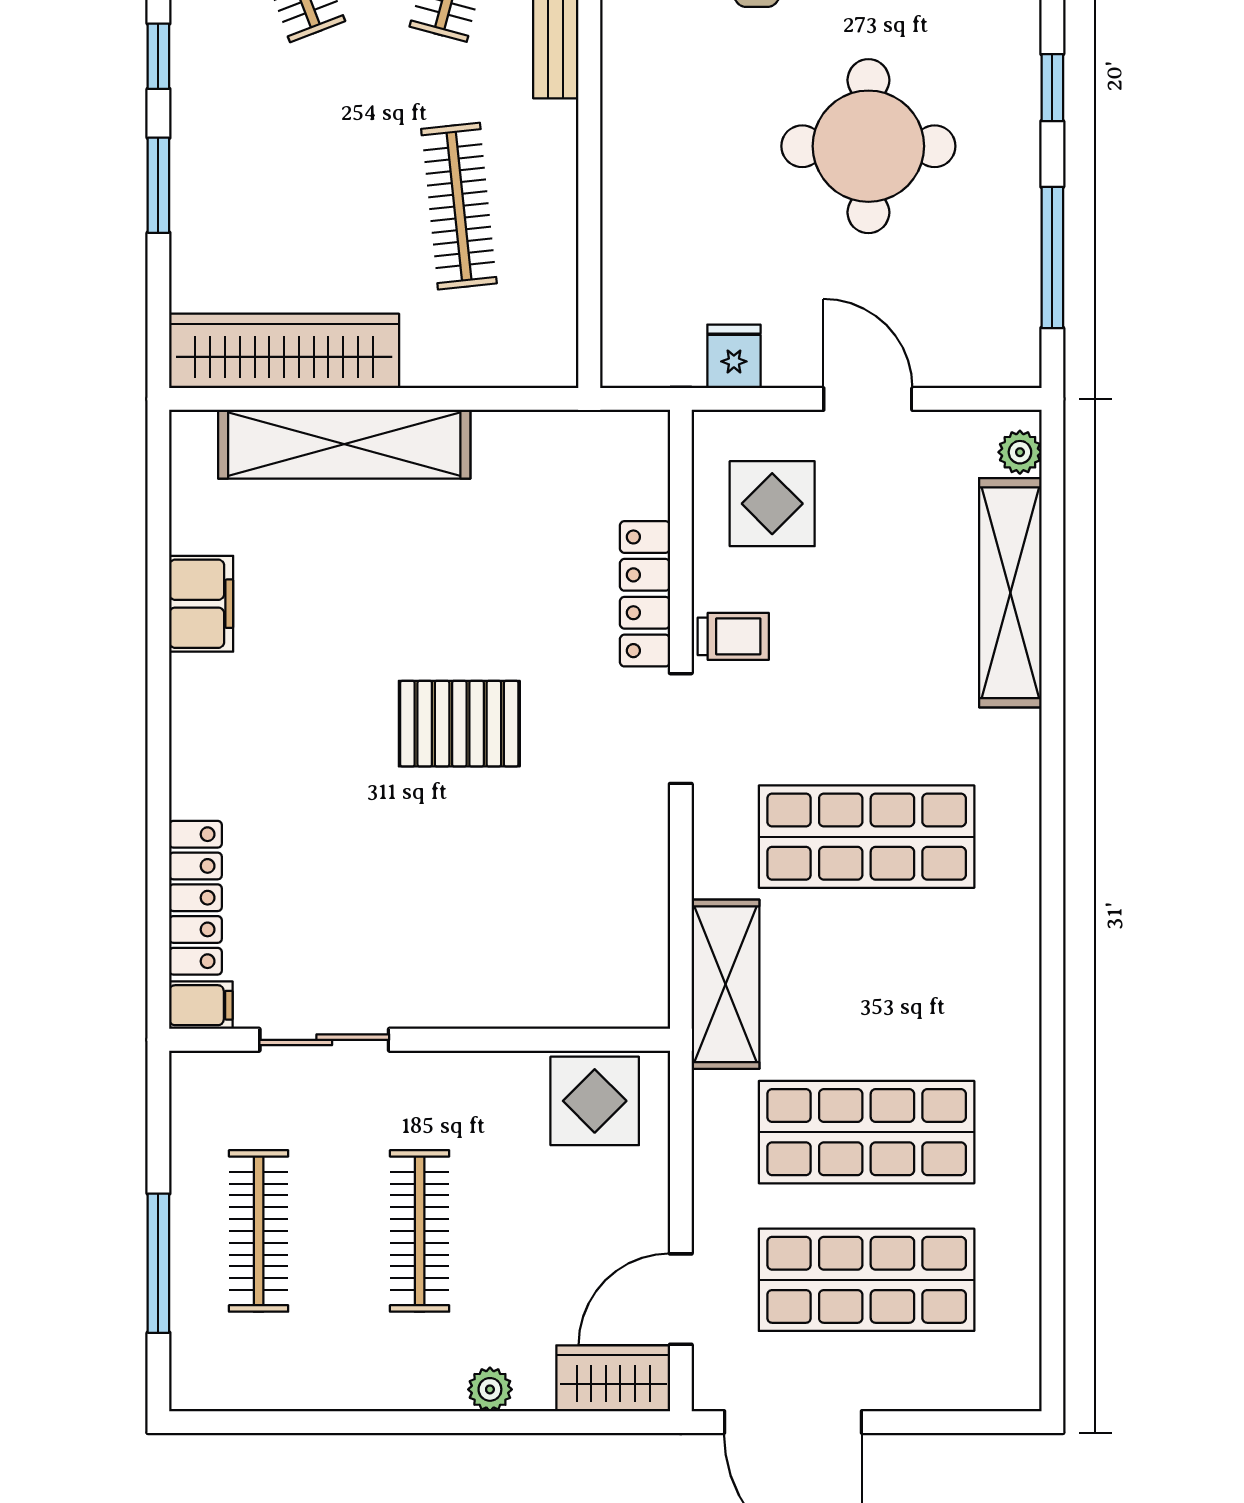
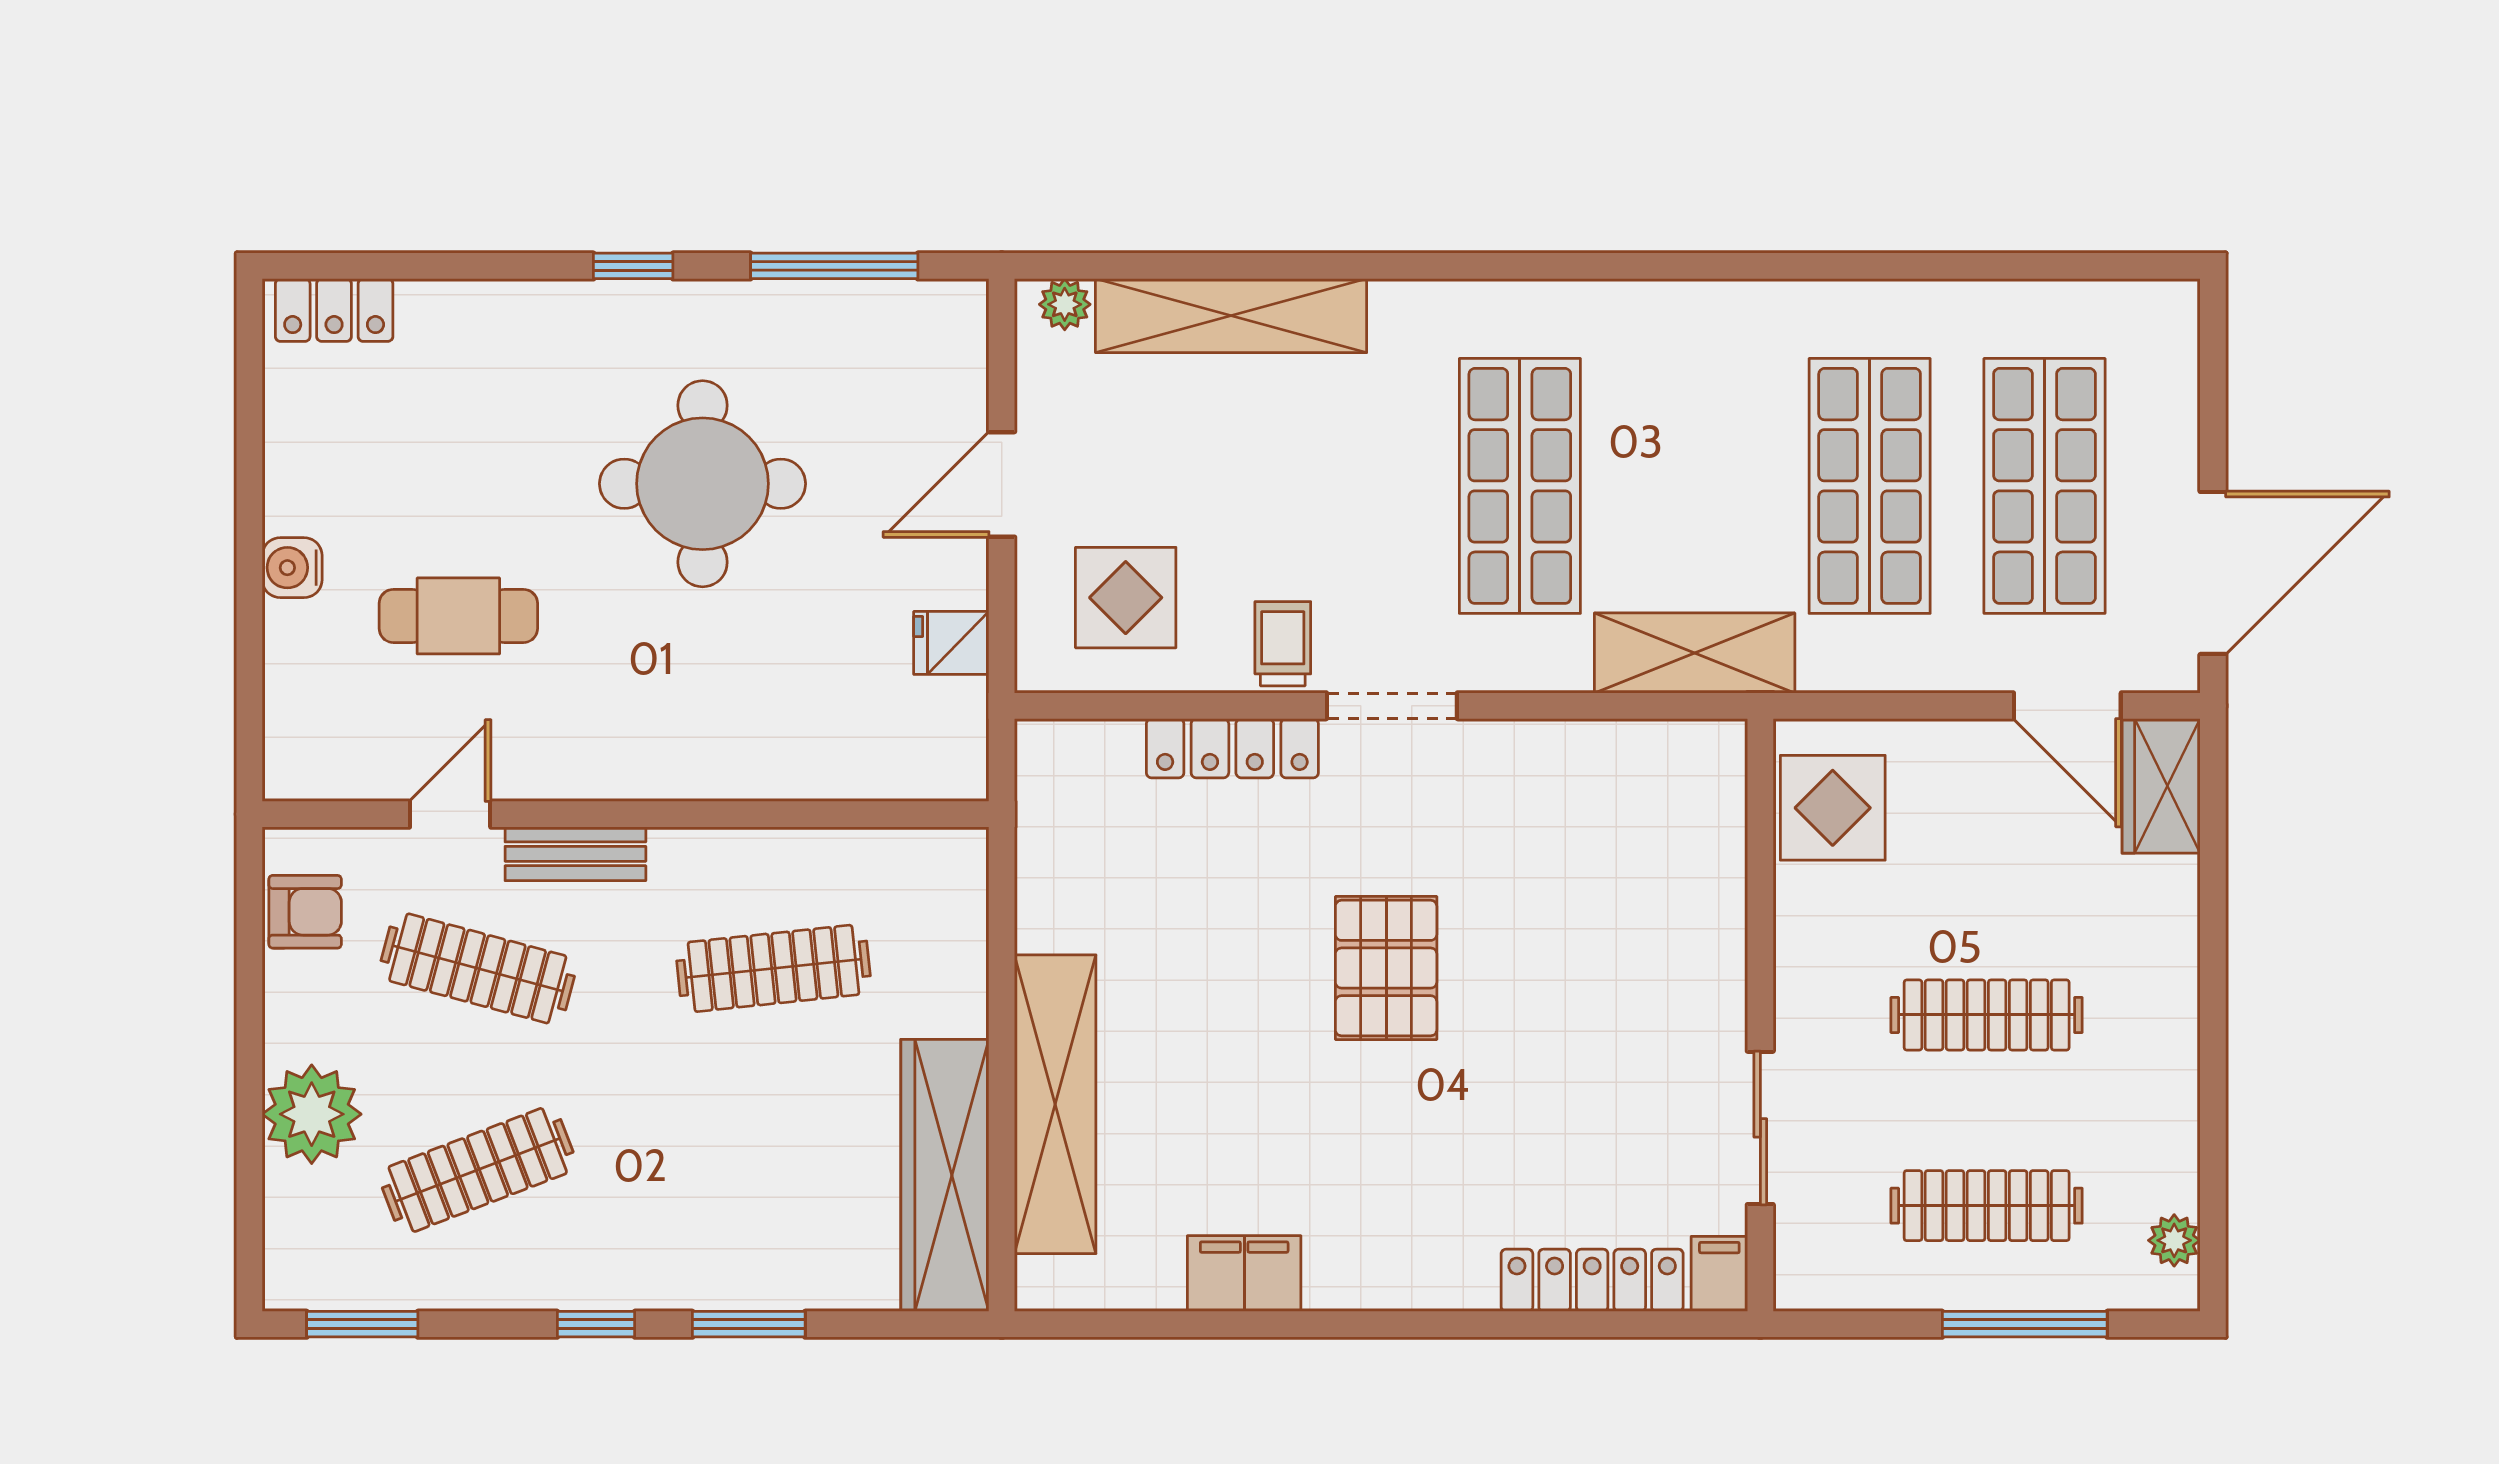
plant: (490, 1389) -> (2174, 1240), moved

